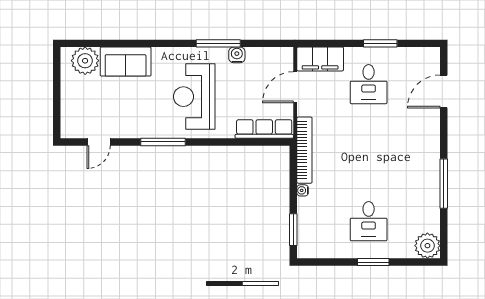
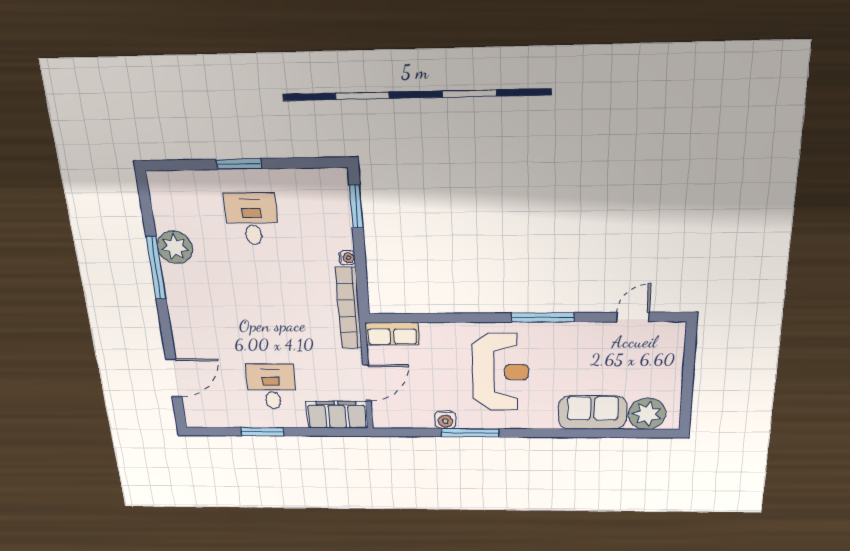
row of seats: (264, 129) -> (392, 334), width x0.68
plant: (427, 246) -> (175, 247), moved

